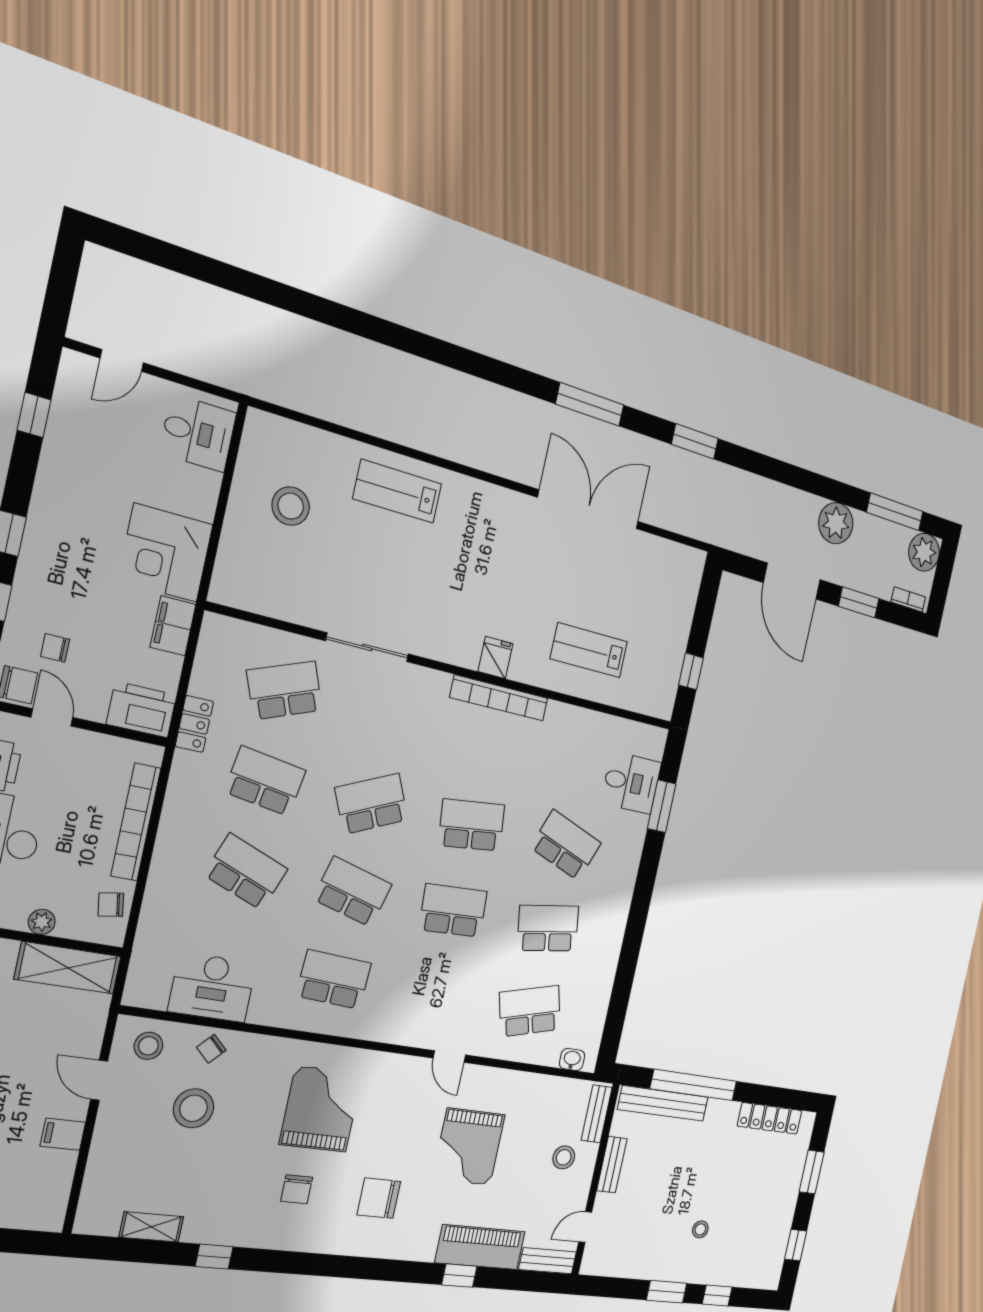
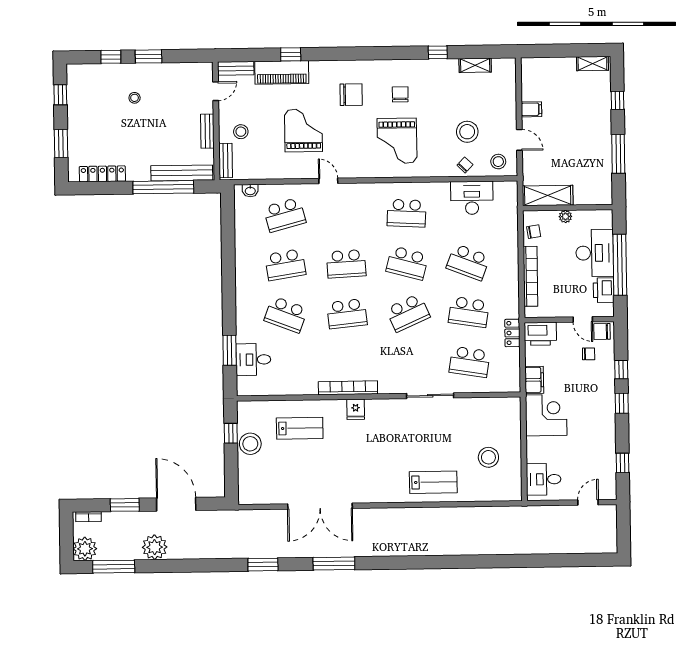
stool: (667, 646) -> (250, 444), added
school desk: (285, 690) -> (470, 362), turned 30

